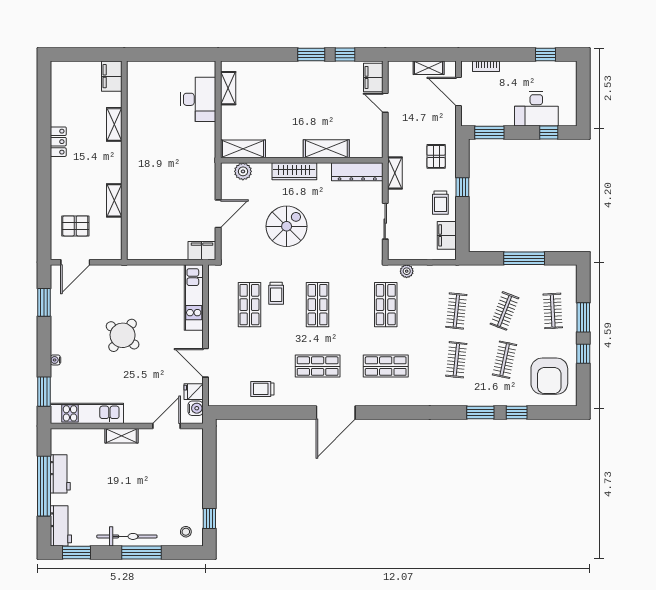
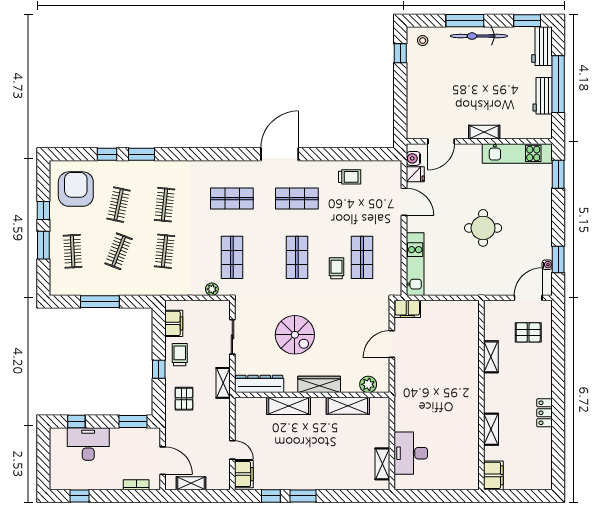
shelving: (243, 149) -> (348, 406), moved
spiral stairs: (287, 226) -> (295, 335), moved, turned -90
round table: (123, 335) -> (483, 228), turned -38
water cooler: (55, 360) -> (547, 265), moved

